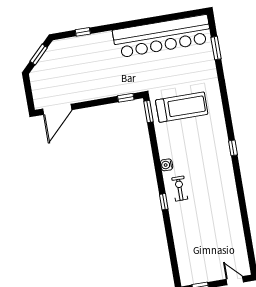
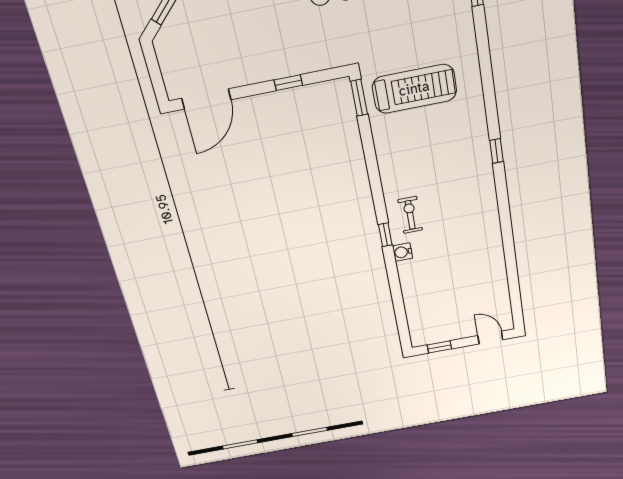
window: (126, 98) -> (288, 83), moved
water cooler: (167, 165) -> (403, 252), moved

